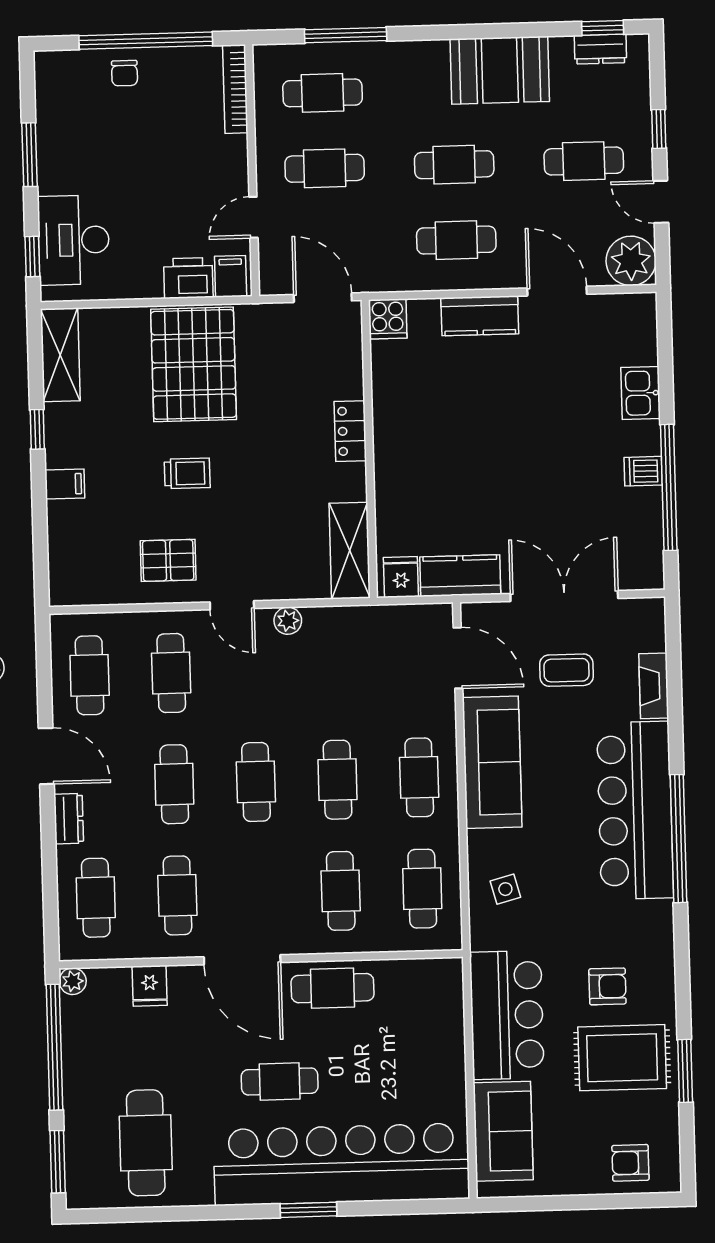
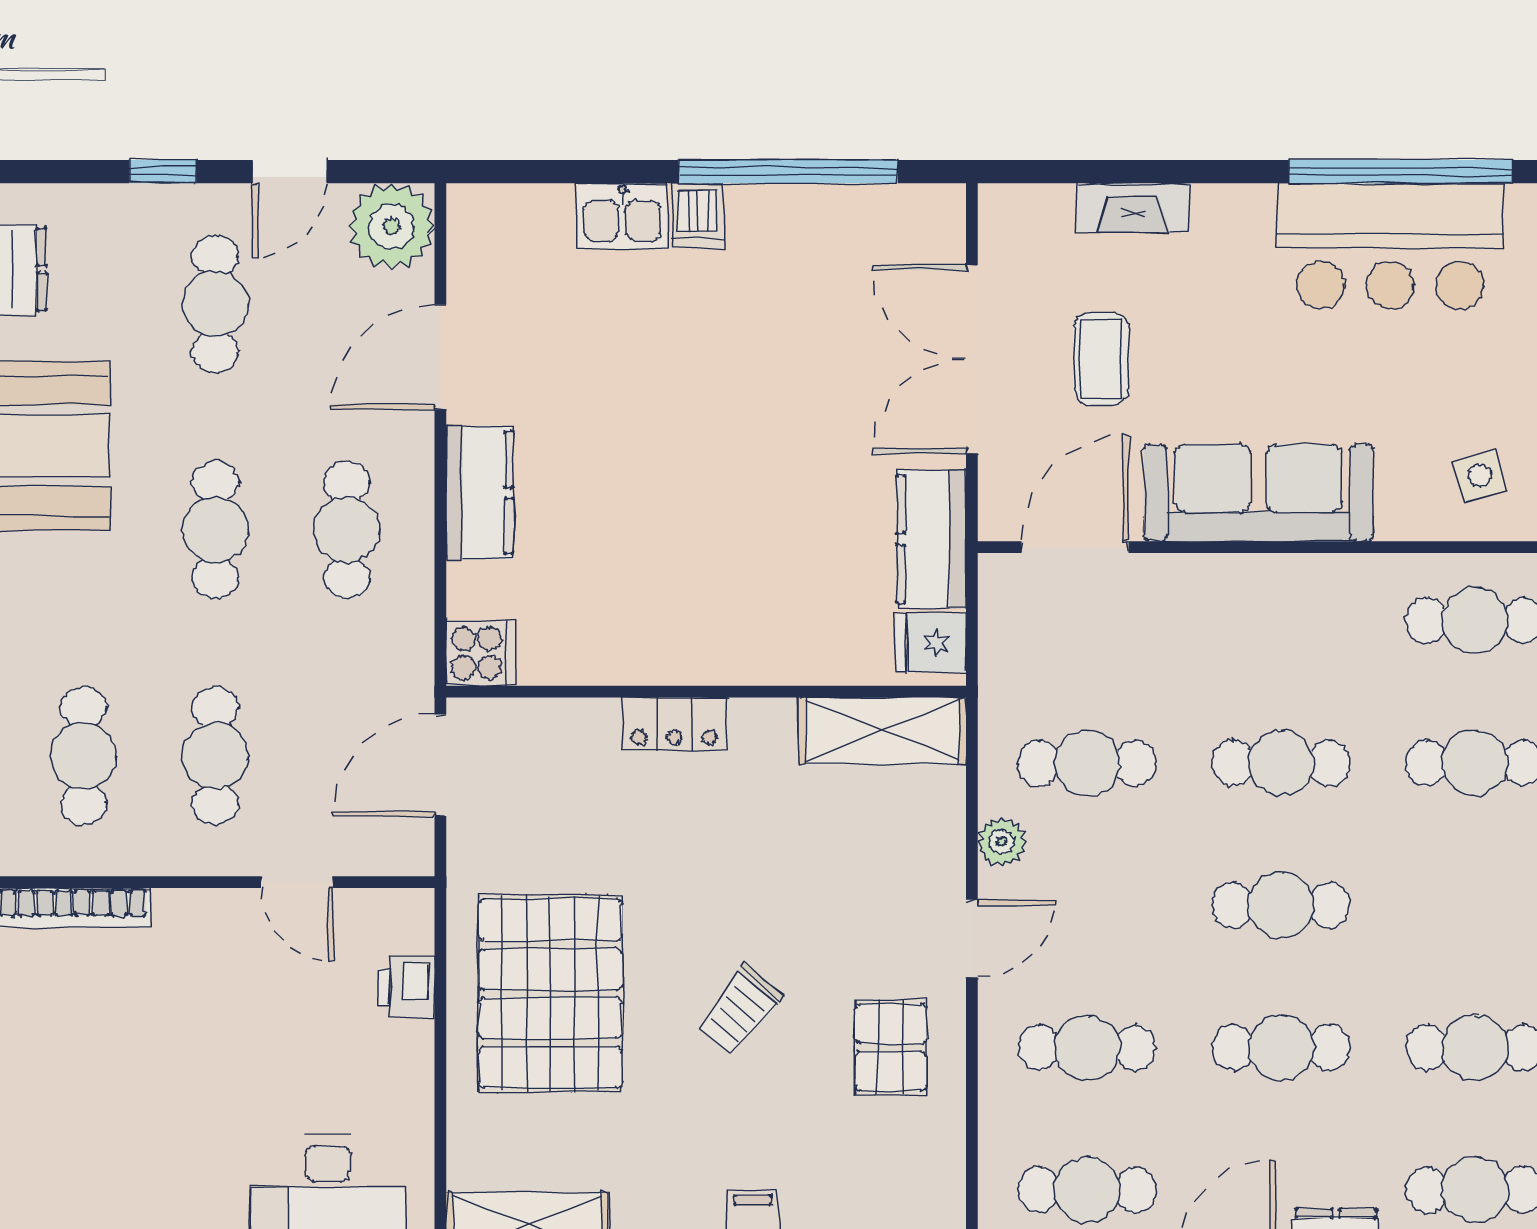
chair: (125, 73) -> (40, 1100), removed
filing cabinet: (231, 276) -> (399, 925), removed
printer: (188, 278) -> (407, 987), width x0.73, depth x0.81
pallet: (194, 364) -> (550, 994), turned 90
dishwasher: (643, 471) -> (698, 216), moved
trolley: (187, 473) -> (740, 1010), turned -141
cafe table: (419, 777) -> (1087, 763), moved
bar counter: (635, 810) -> (1390, 246), width x0.73

